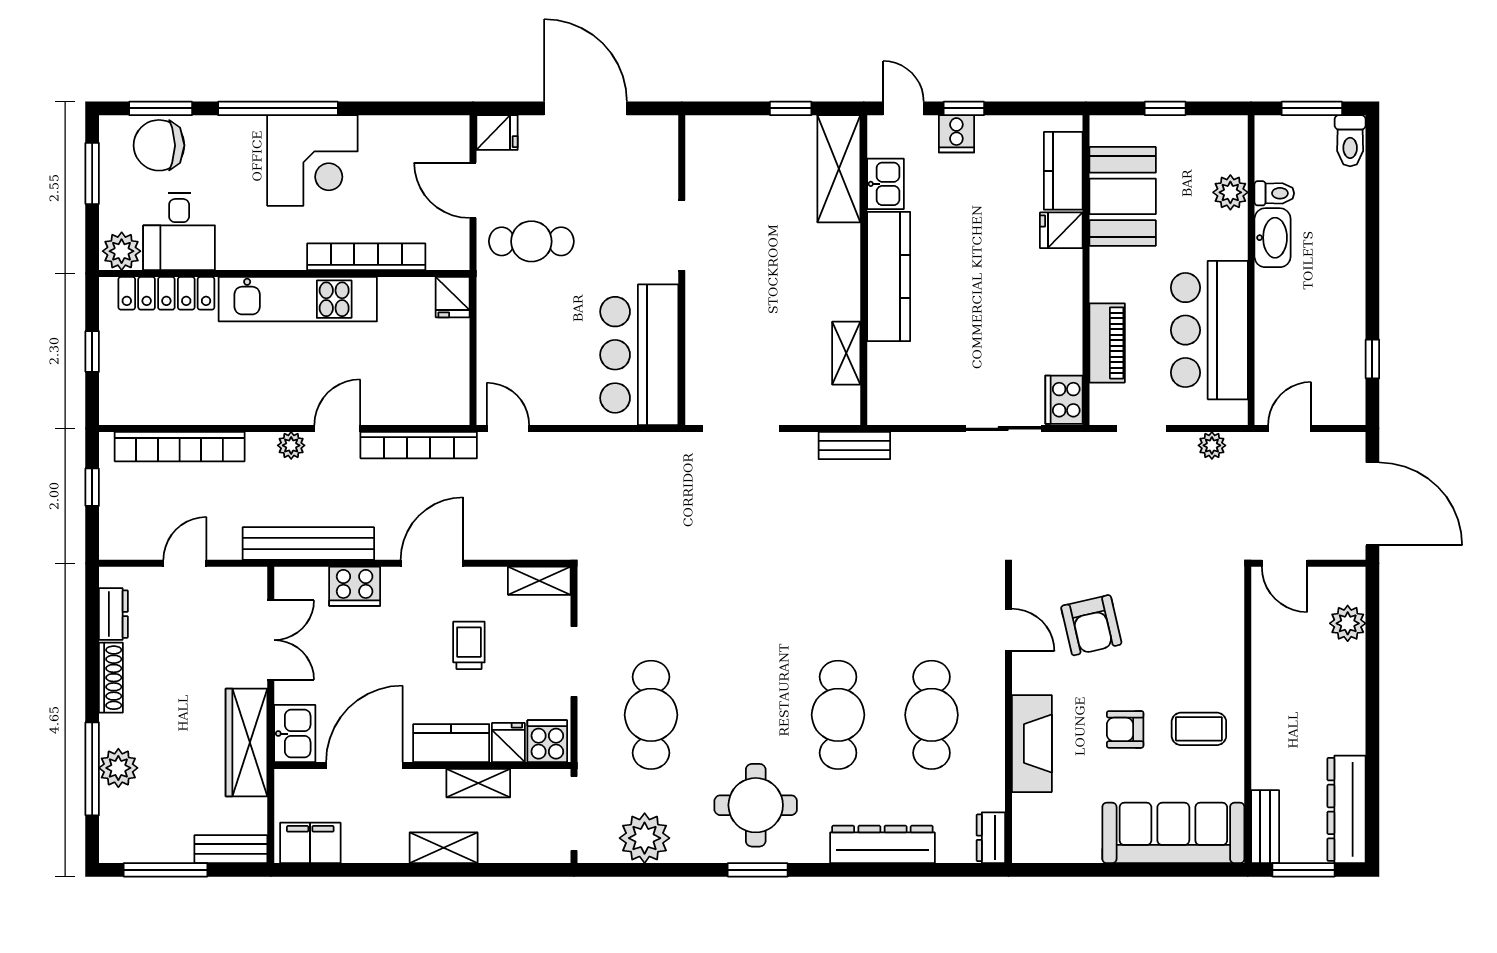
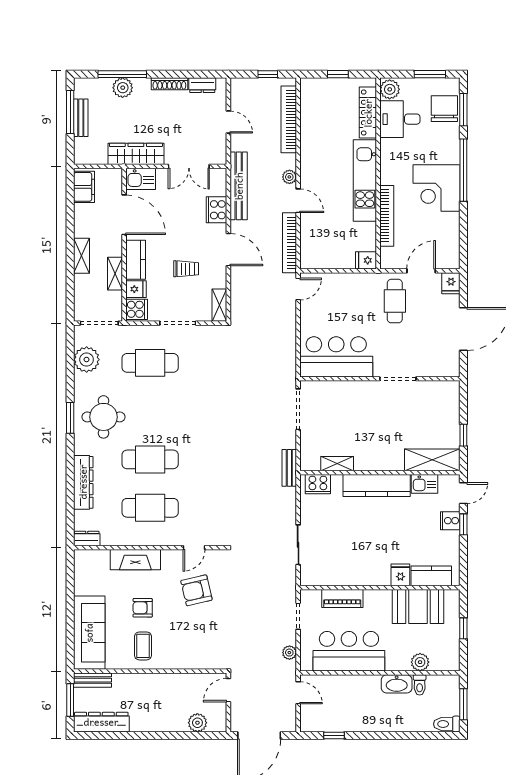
cooker: (1064, 400) -> (318, 484), moved, turned 180
armchair: (1125, 729) -> (143, 608), turned -90
bench: (231, 849) -> (81, 118), moved

